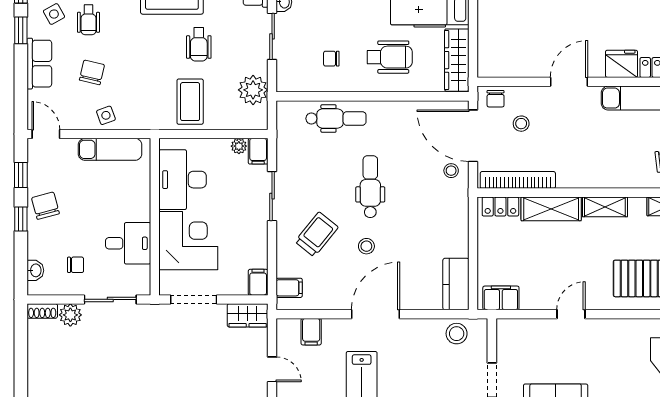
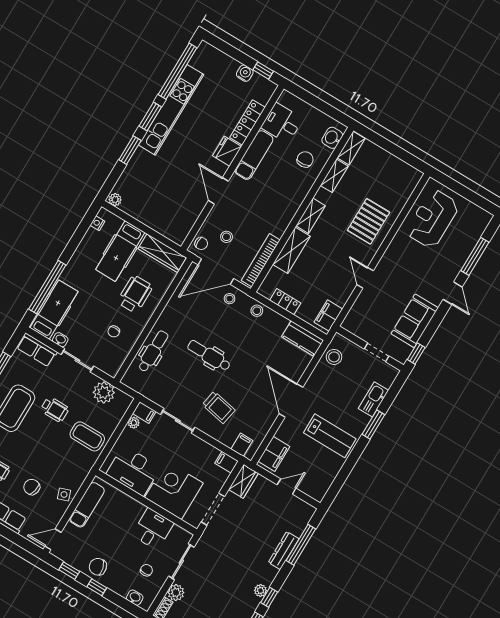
locker: (500, 207) -> (285, 302), moved, turned -90
trolley: (317, 234) -> (219, 407), turned 152
stool: (366, 246) -> (257, 311), moved
filing cabinet: (311, 332) -> (274, 454), width x2.00

